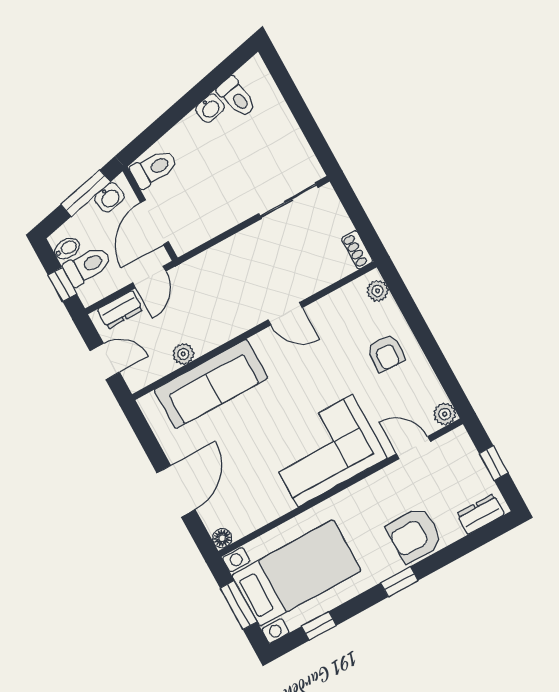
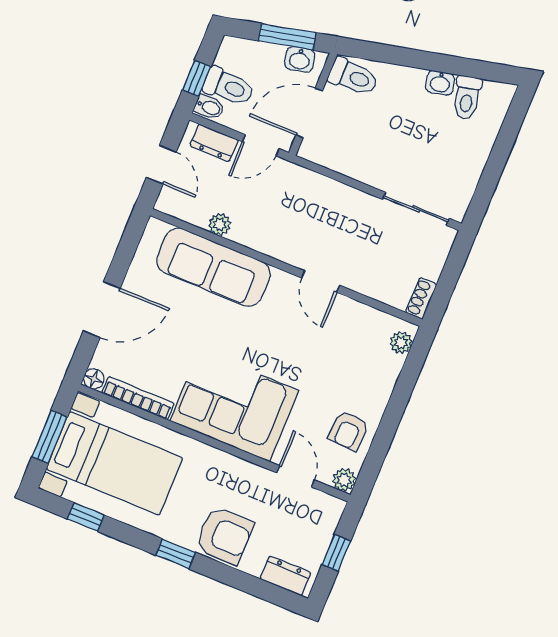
bidet: (67, 248) -> (209, 107), moved
armchair: (386, 353) -> (349, 431), moved
bookcase: (262, 517) -> (138, 398), added
armchair: (415, 535) -> (224, 536), turned 180

